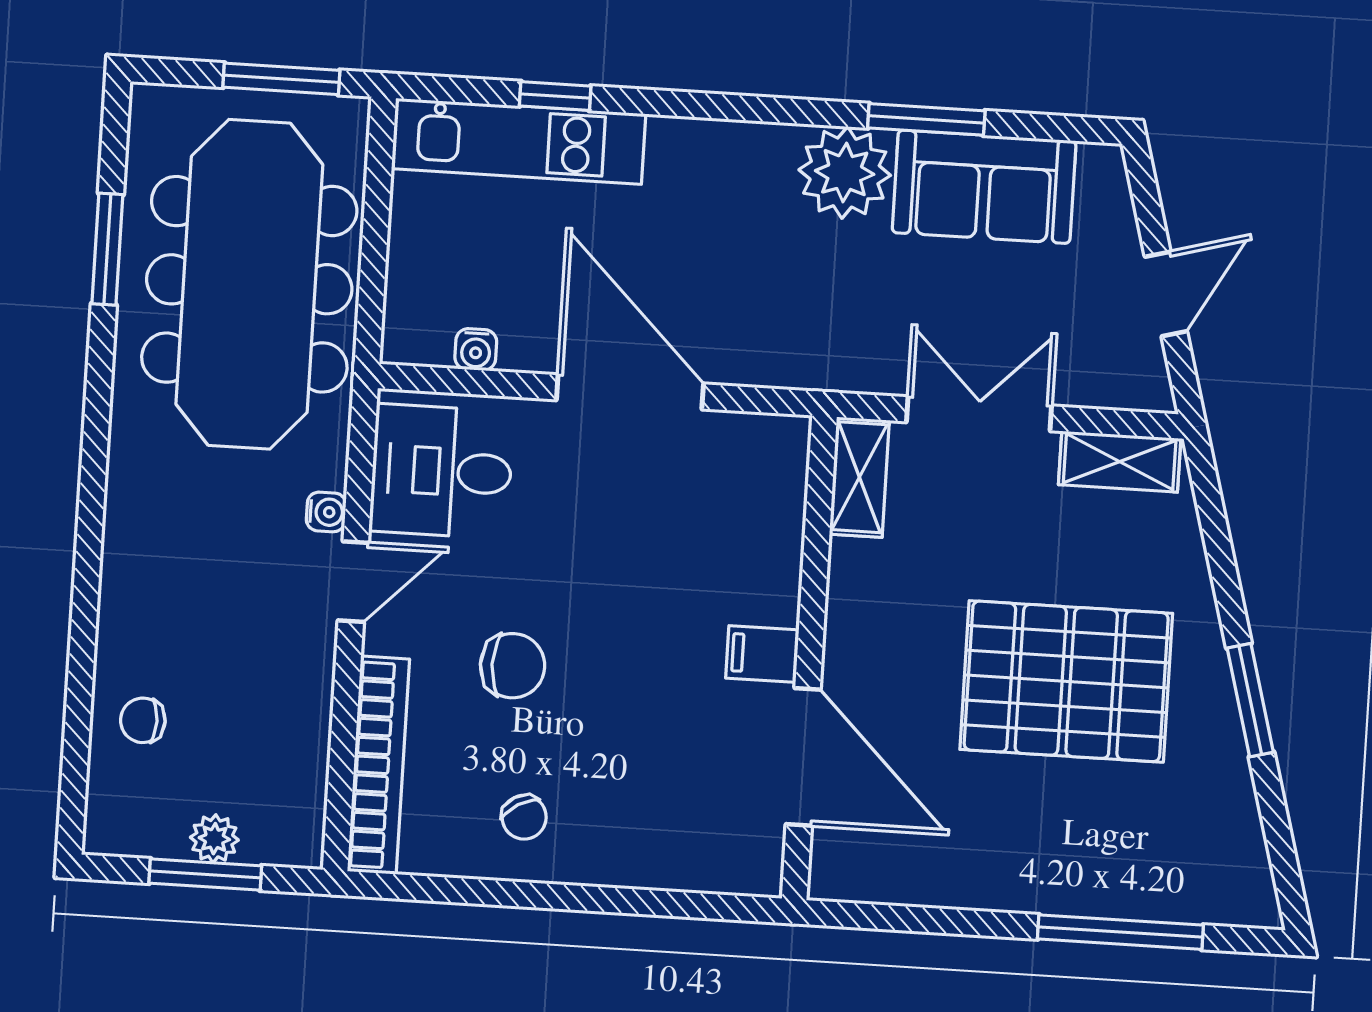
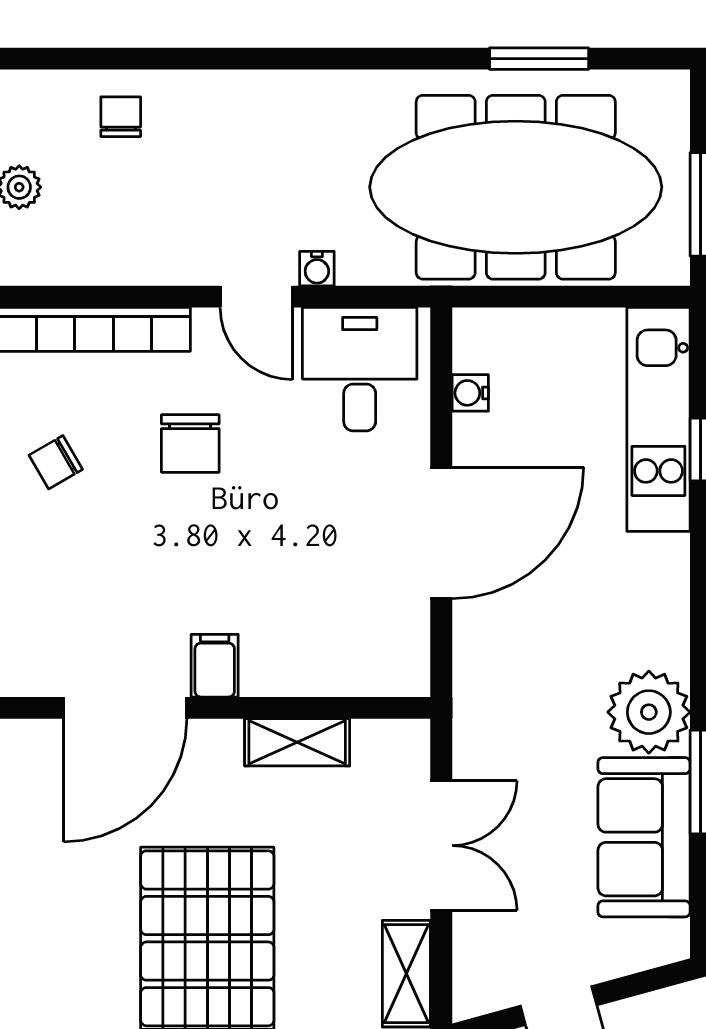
shelving: (859, 477) -> (297, 742), moved

